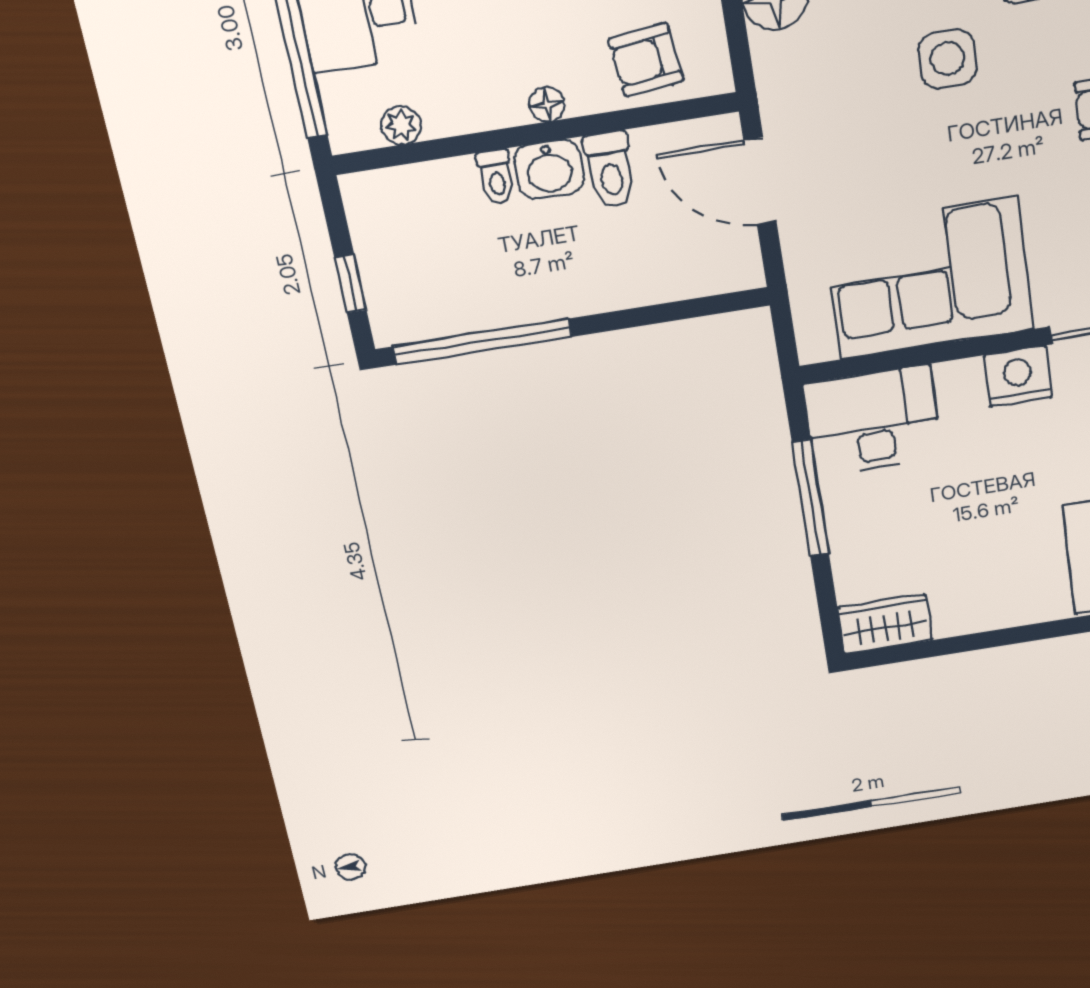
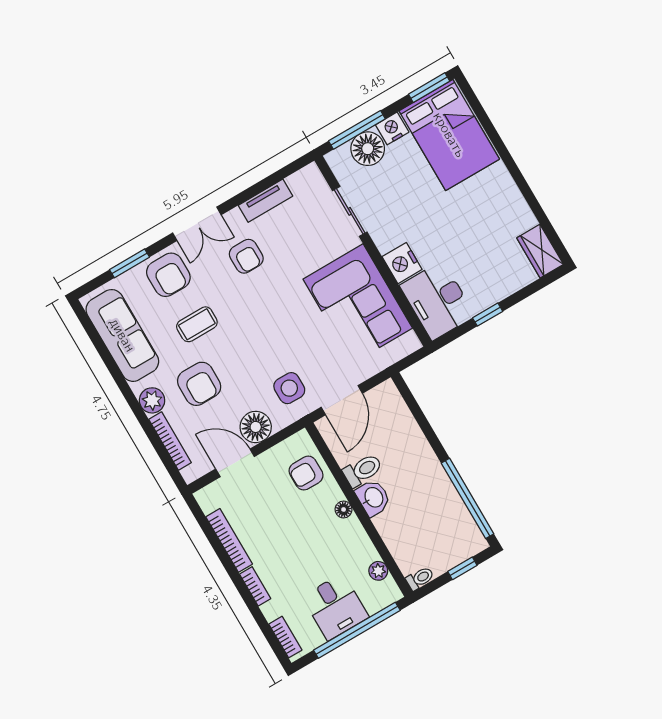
side table: (948, 59) -> (289, 388), moved
armchair: (646, 60) -> (306, 473), turned 97
toilet: (496, 177) -> (420, 578), moved
nightstand: (1018, 376) -> (402, 263), moved
window: (810, 498) -> (488, 315), width x0.46

